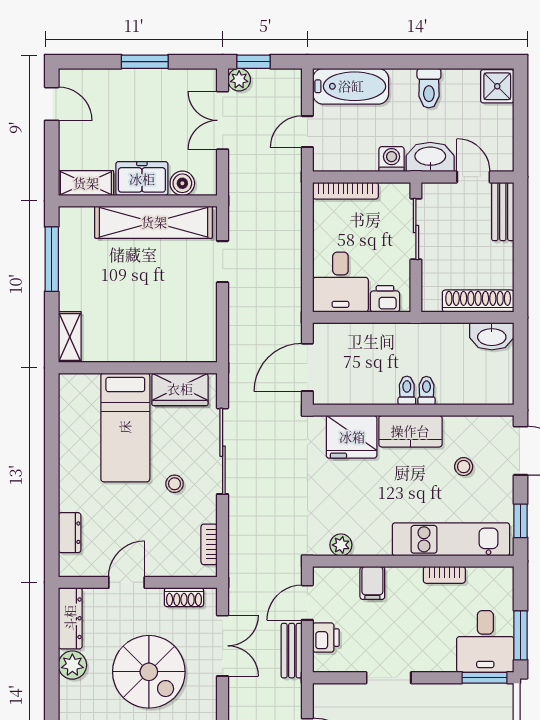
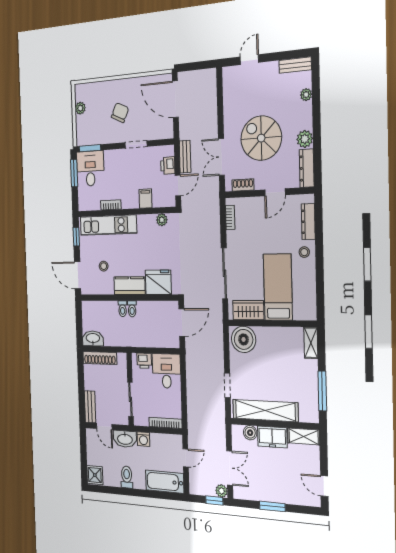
boiler: (190, 340) -> (244, 339), added
stool: (175, 484) -> (304, 252), moved
dresser: (70, 533) -> (308, 222), width x1.44

